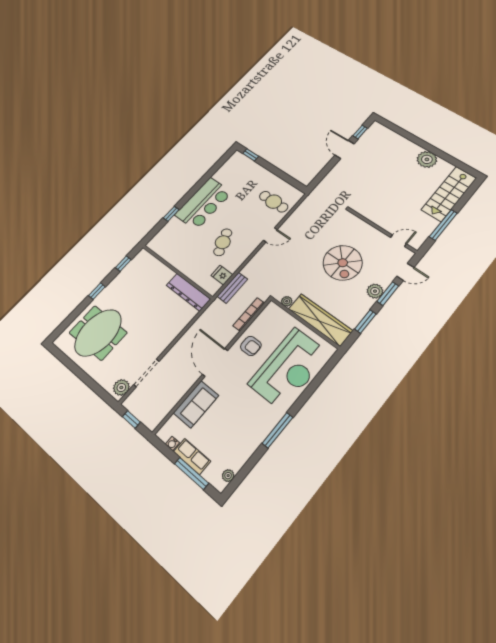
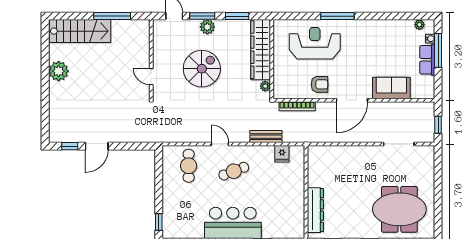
door: (398, 241) -> (151, 77), moved
cafe table: (223, 242) -> (234, 171), moved
bench: (232, 288) -> (266, 137), moved
dresser: (188, 292) -> (315, 210), moved
armchair: (251, 346) -> (320, 84), turned 90
reception desk: (289, 369) -> (315, 43), width x0.74, depth x0.77
plant: (121, 387) -> (423, 153), removed
window: (278, 430) -> (337, 16), moved
water cooler: (172, 443) -> (430, 39), moved

